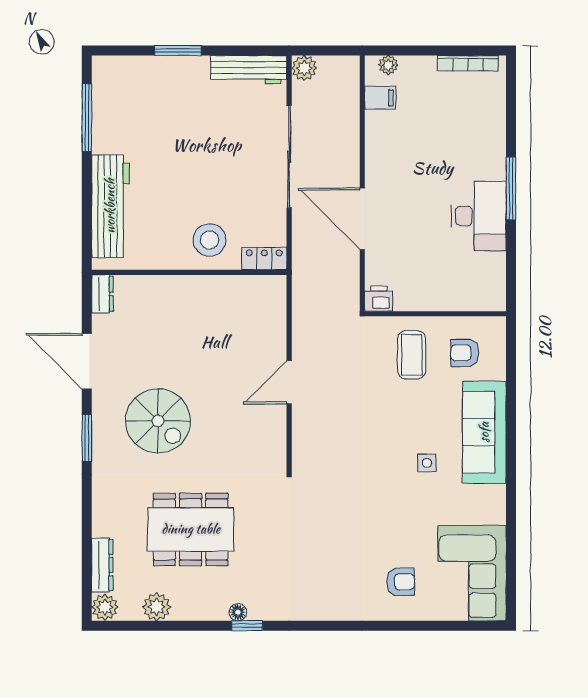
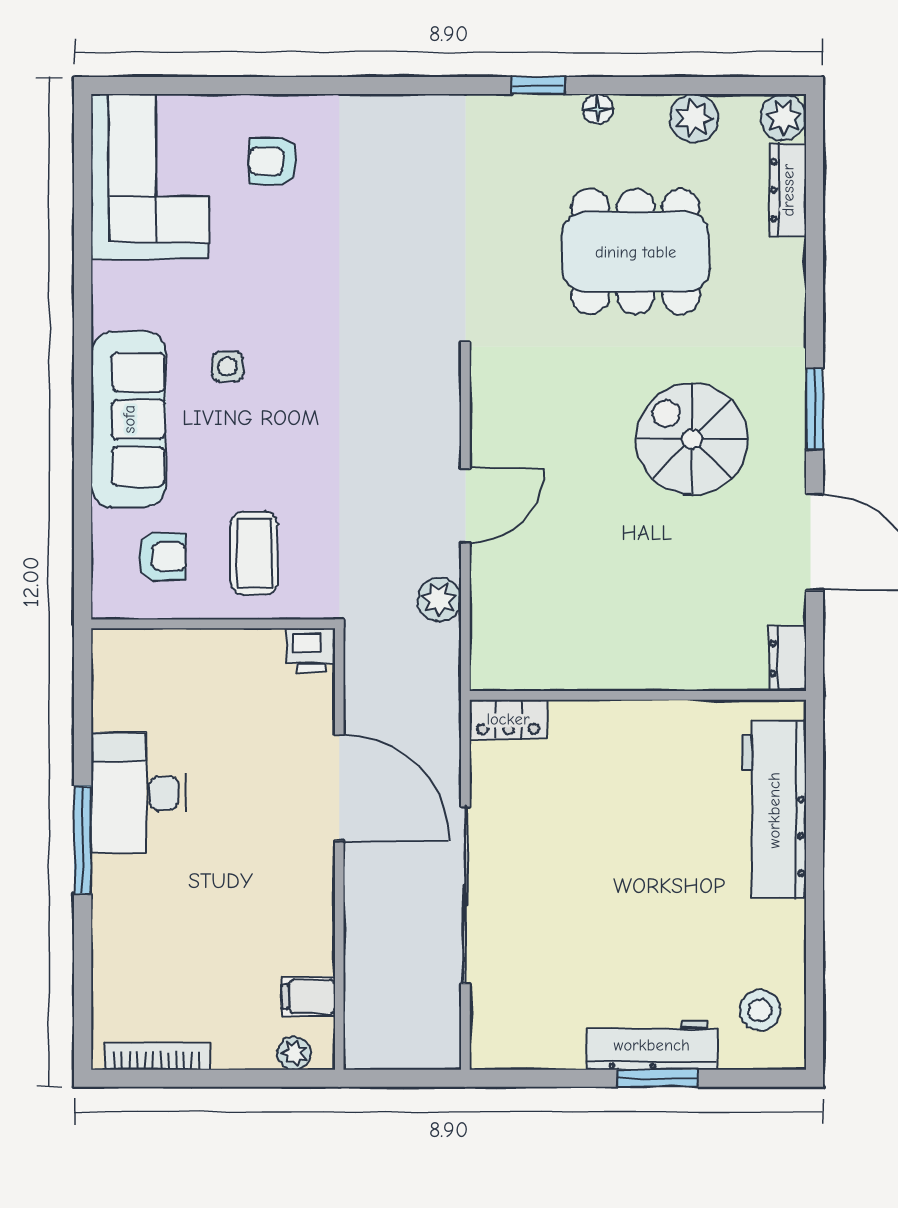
plant: (304, 68) -> (439, 599), moved
workbench: (249, 70) -> (652, 1045), moved
window: (87, 118) -> (815, 962), removed
stool: (210, 240) -> (760, 1010), moved, width x0.73, depth x0.73
floor lamp: (238, 612) -> (598, 109), moved

